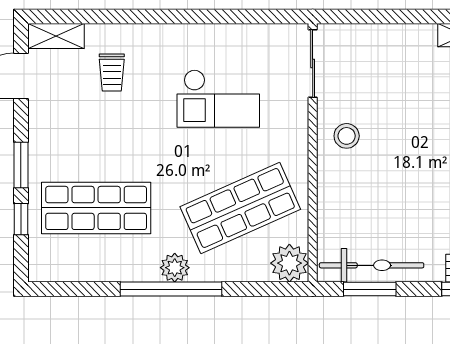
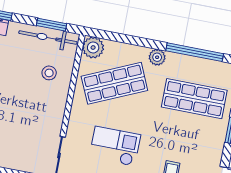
stool: (347, 136) -> (49, 73), moved
window: (171, 289) -> (195, 52), moved

